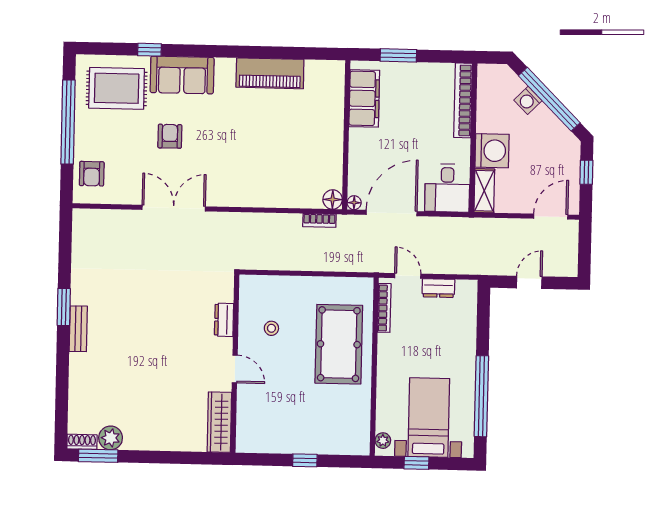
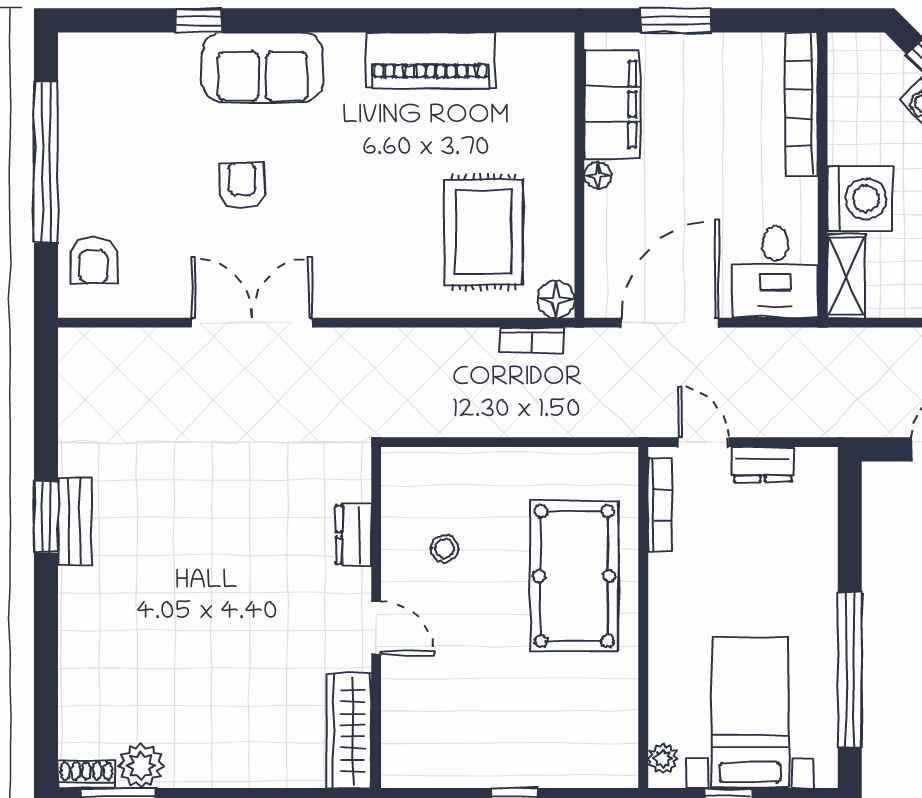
rug: (117, 88) -> (484, 232), moved, turned 90
floor lamp: (354, 203) -> (598, 175), moved
bench: (78, 329) -> (75, 522), moved

